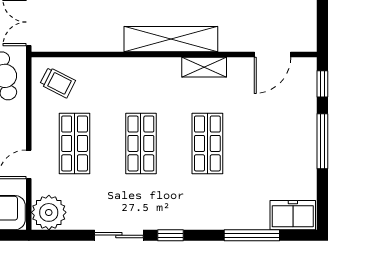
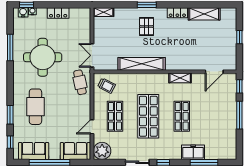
shelving: (171, 39) -> (142, 64), moved
shop shelf: (141, 143) -> (148, 116), width x1.43, depth x1.36
freezer: (293, 215) -> (193, 152), moved

